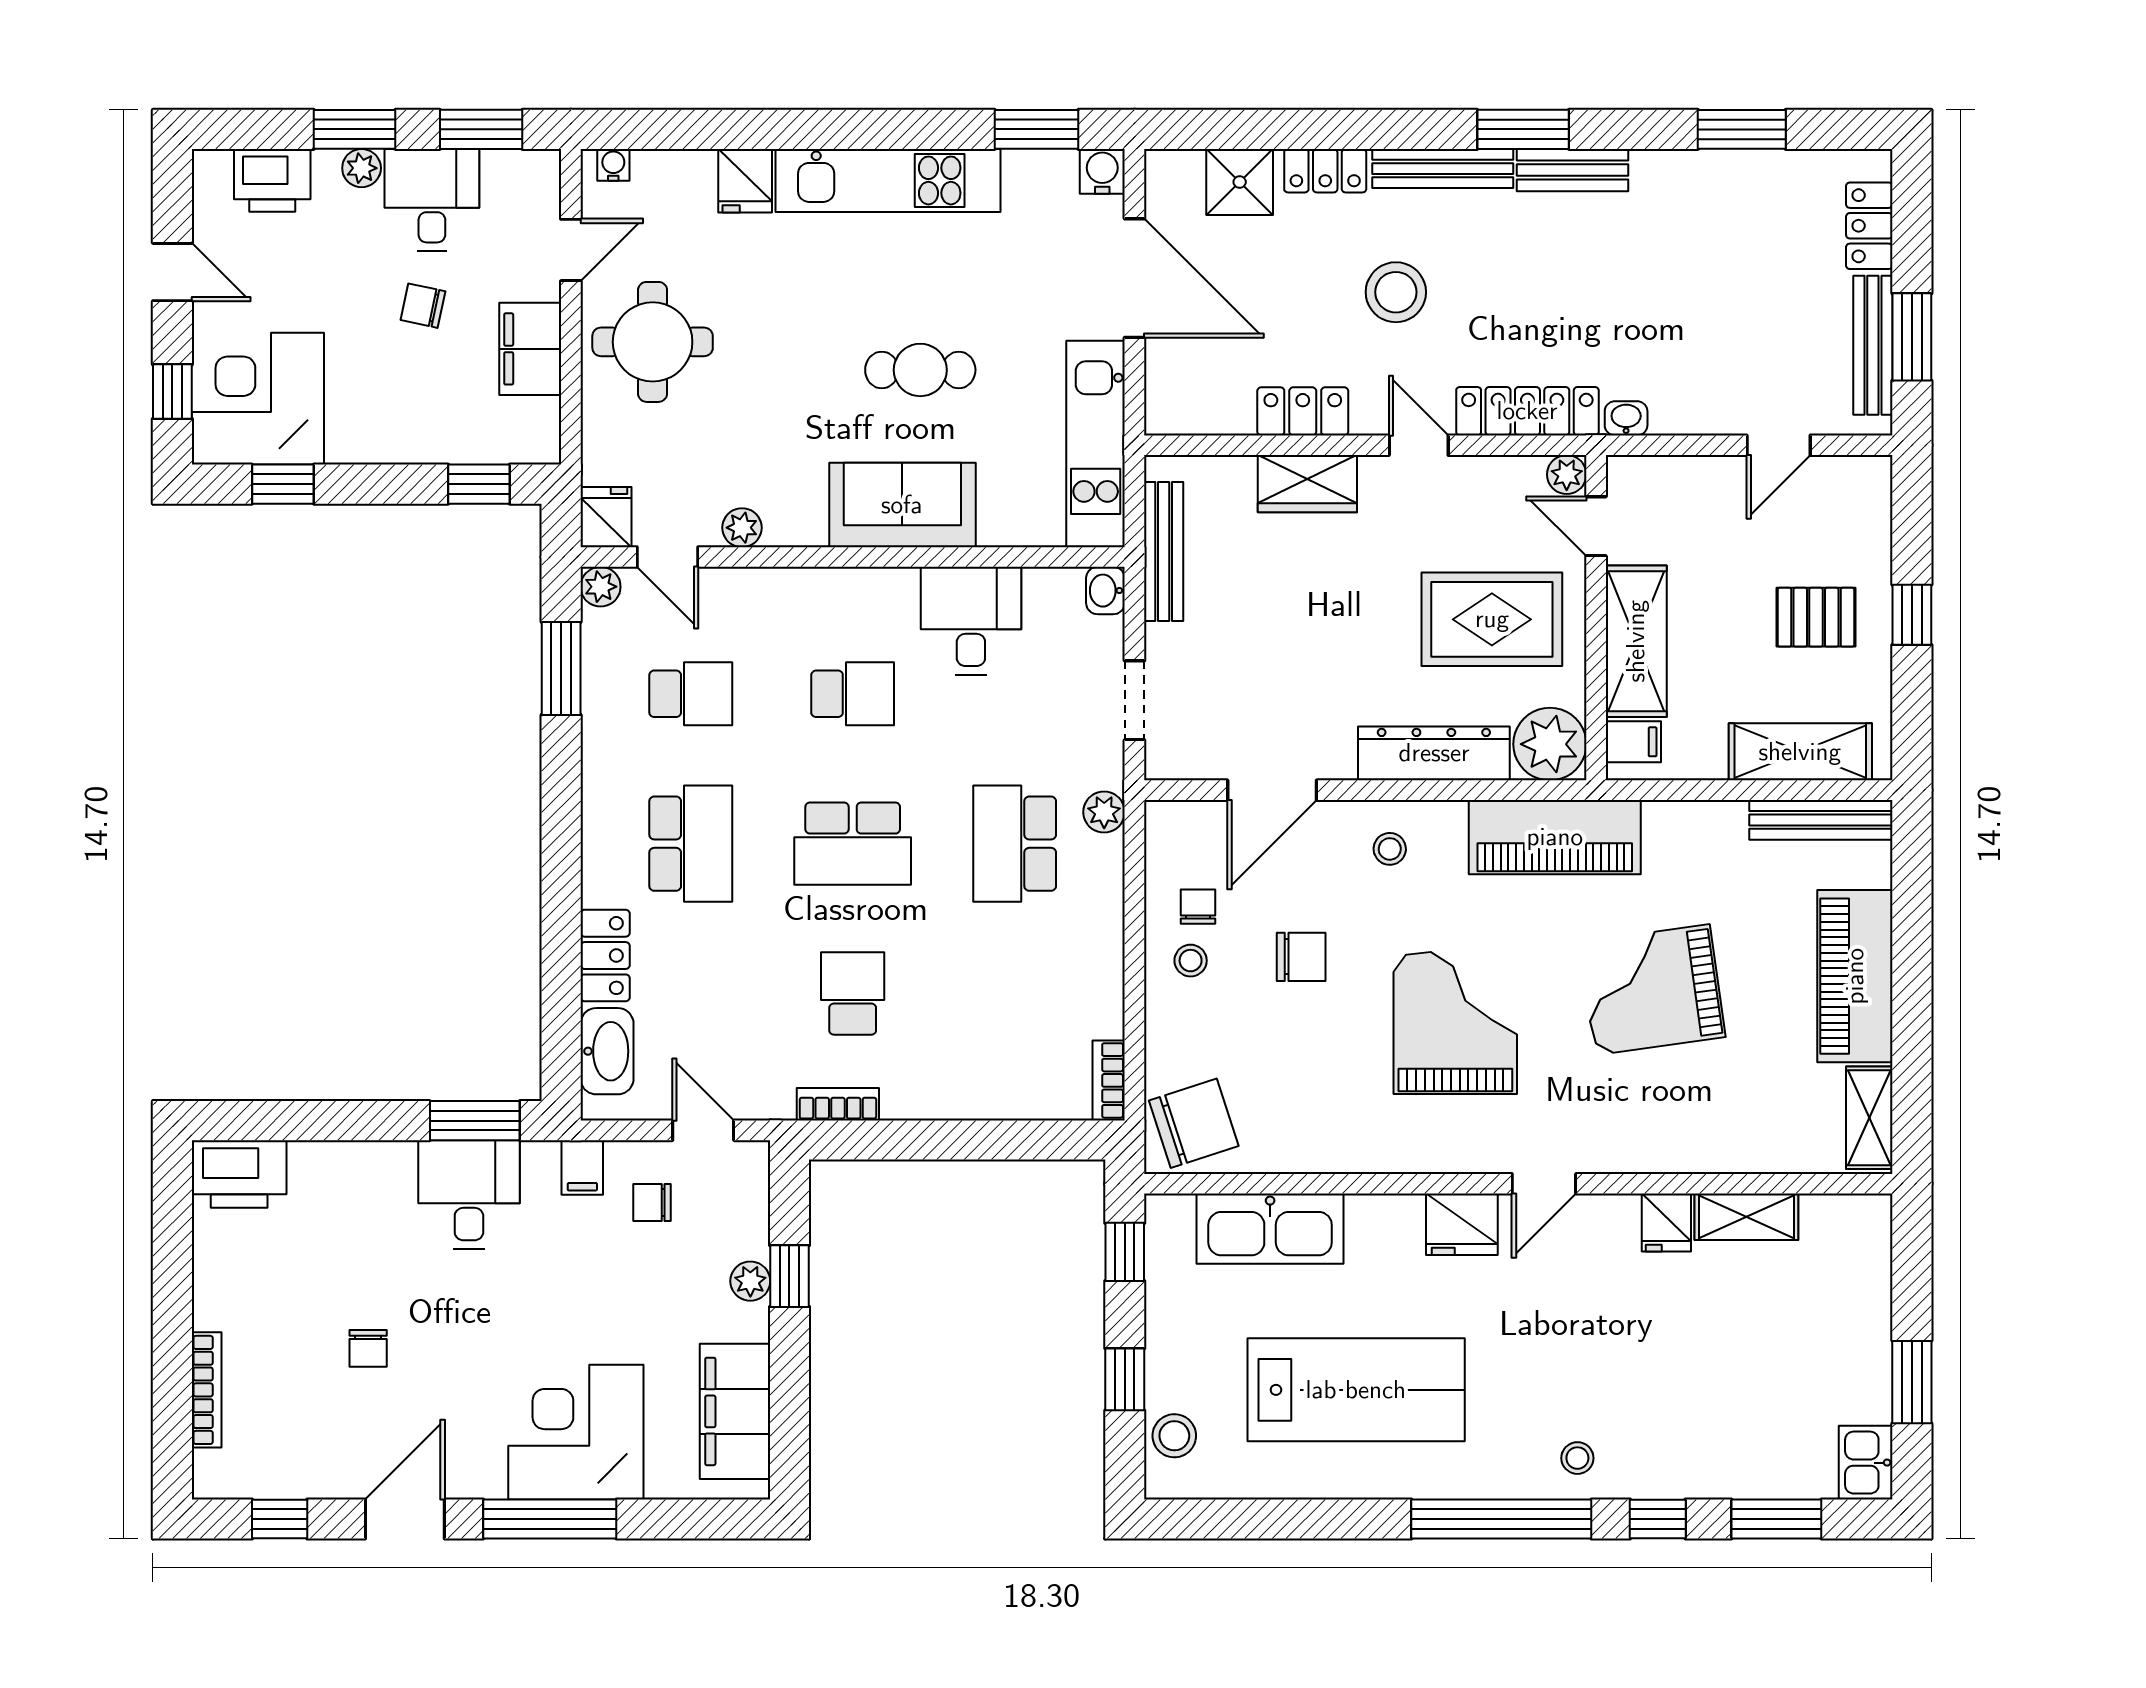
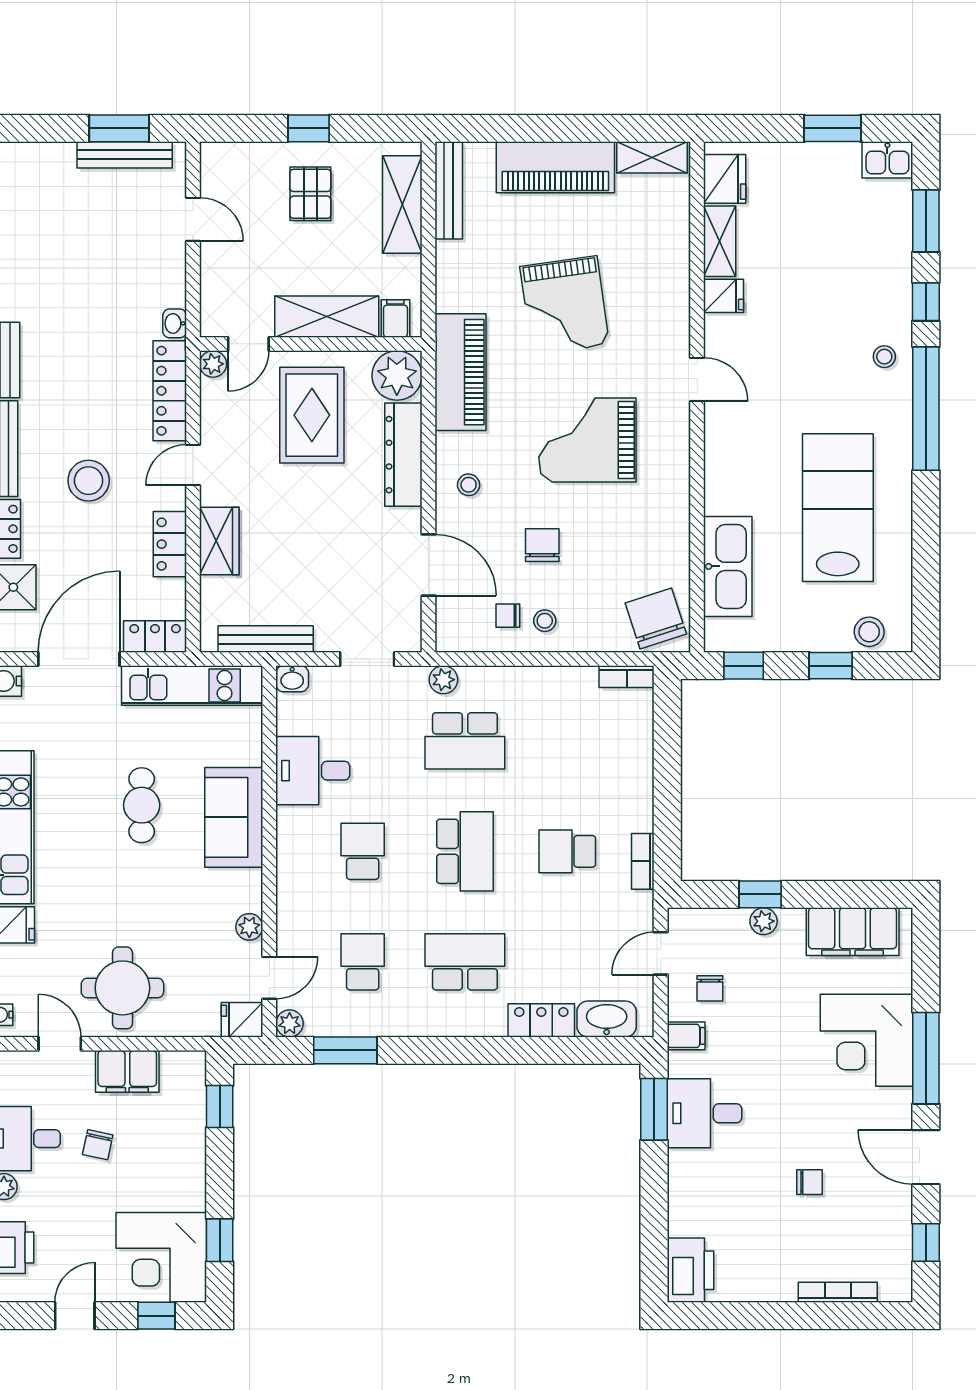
locker: (1869, 226) -> (155, 637), moved, turned 180
fridge: (1462, 1224) -> (725, 179), moved

